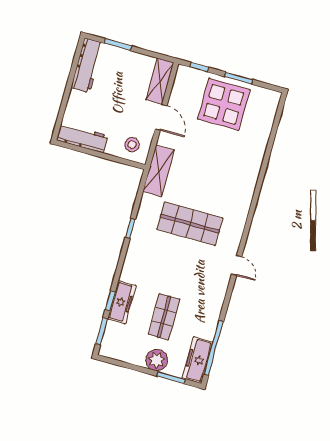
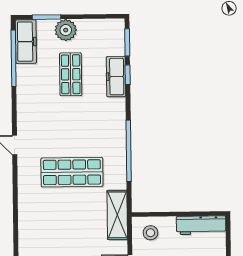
window: (130, 228) -> (129, 151), width x3.17

